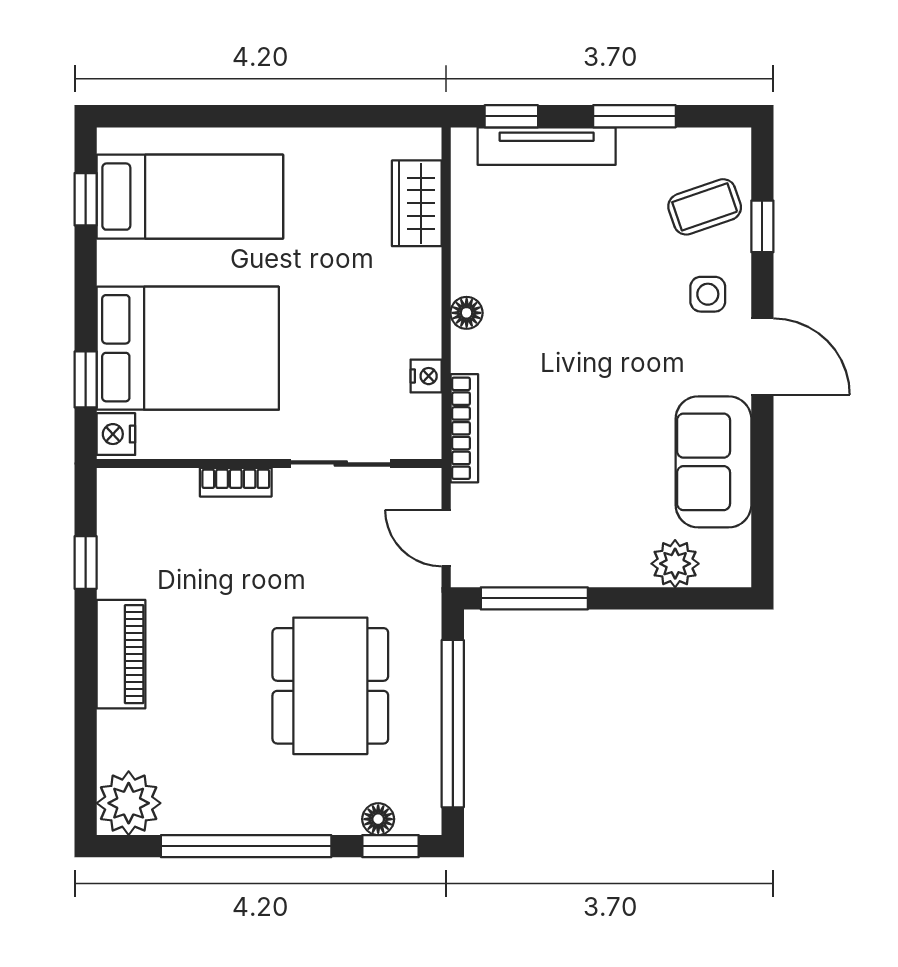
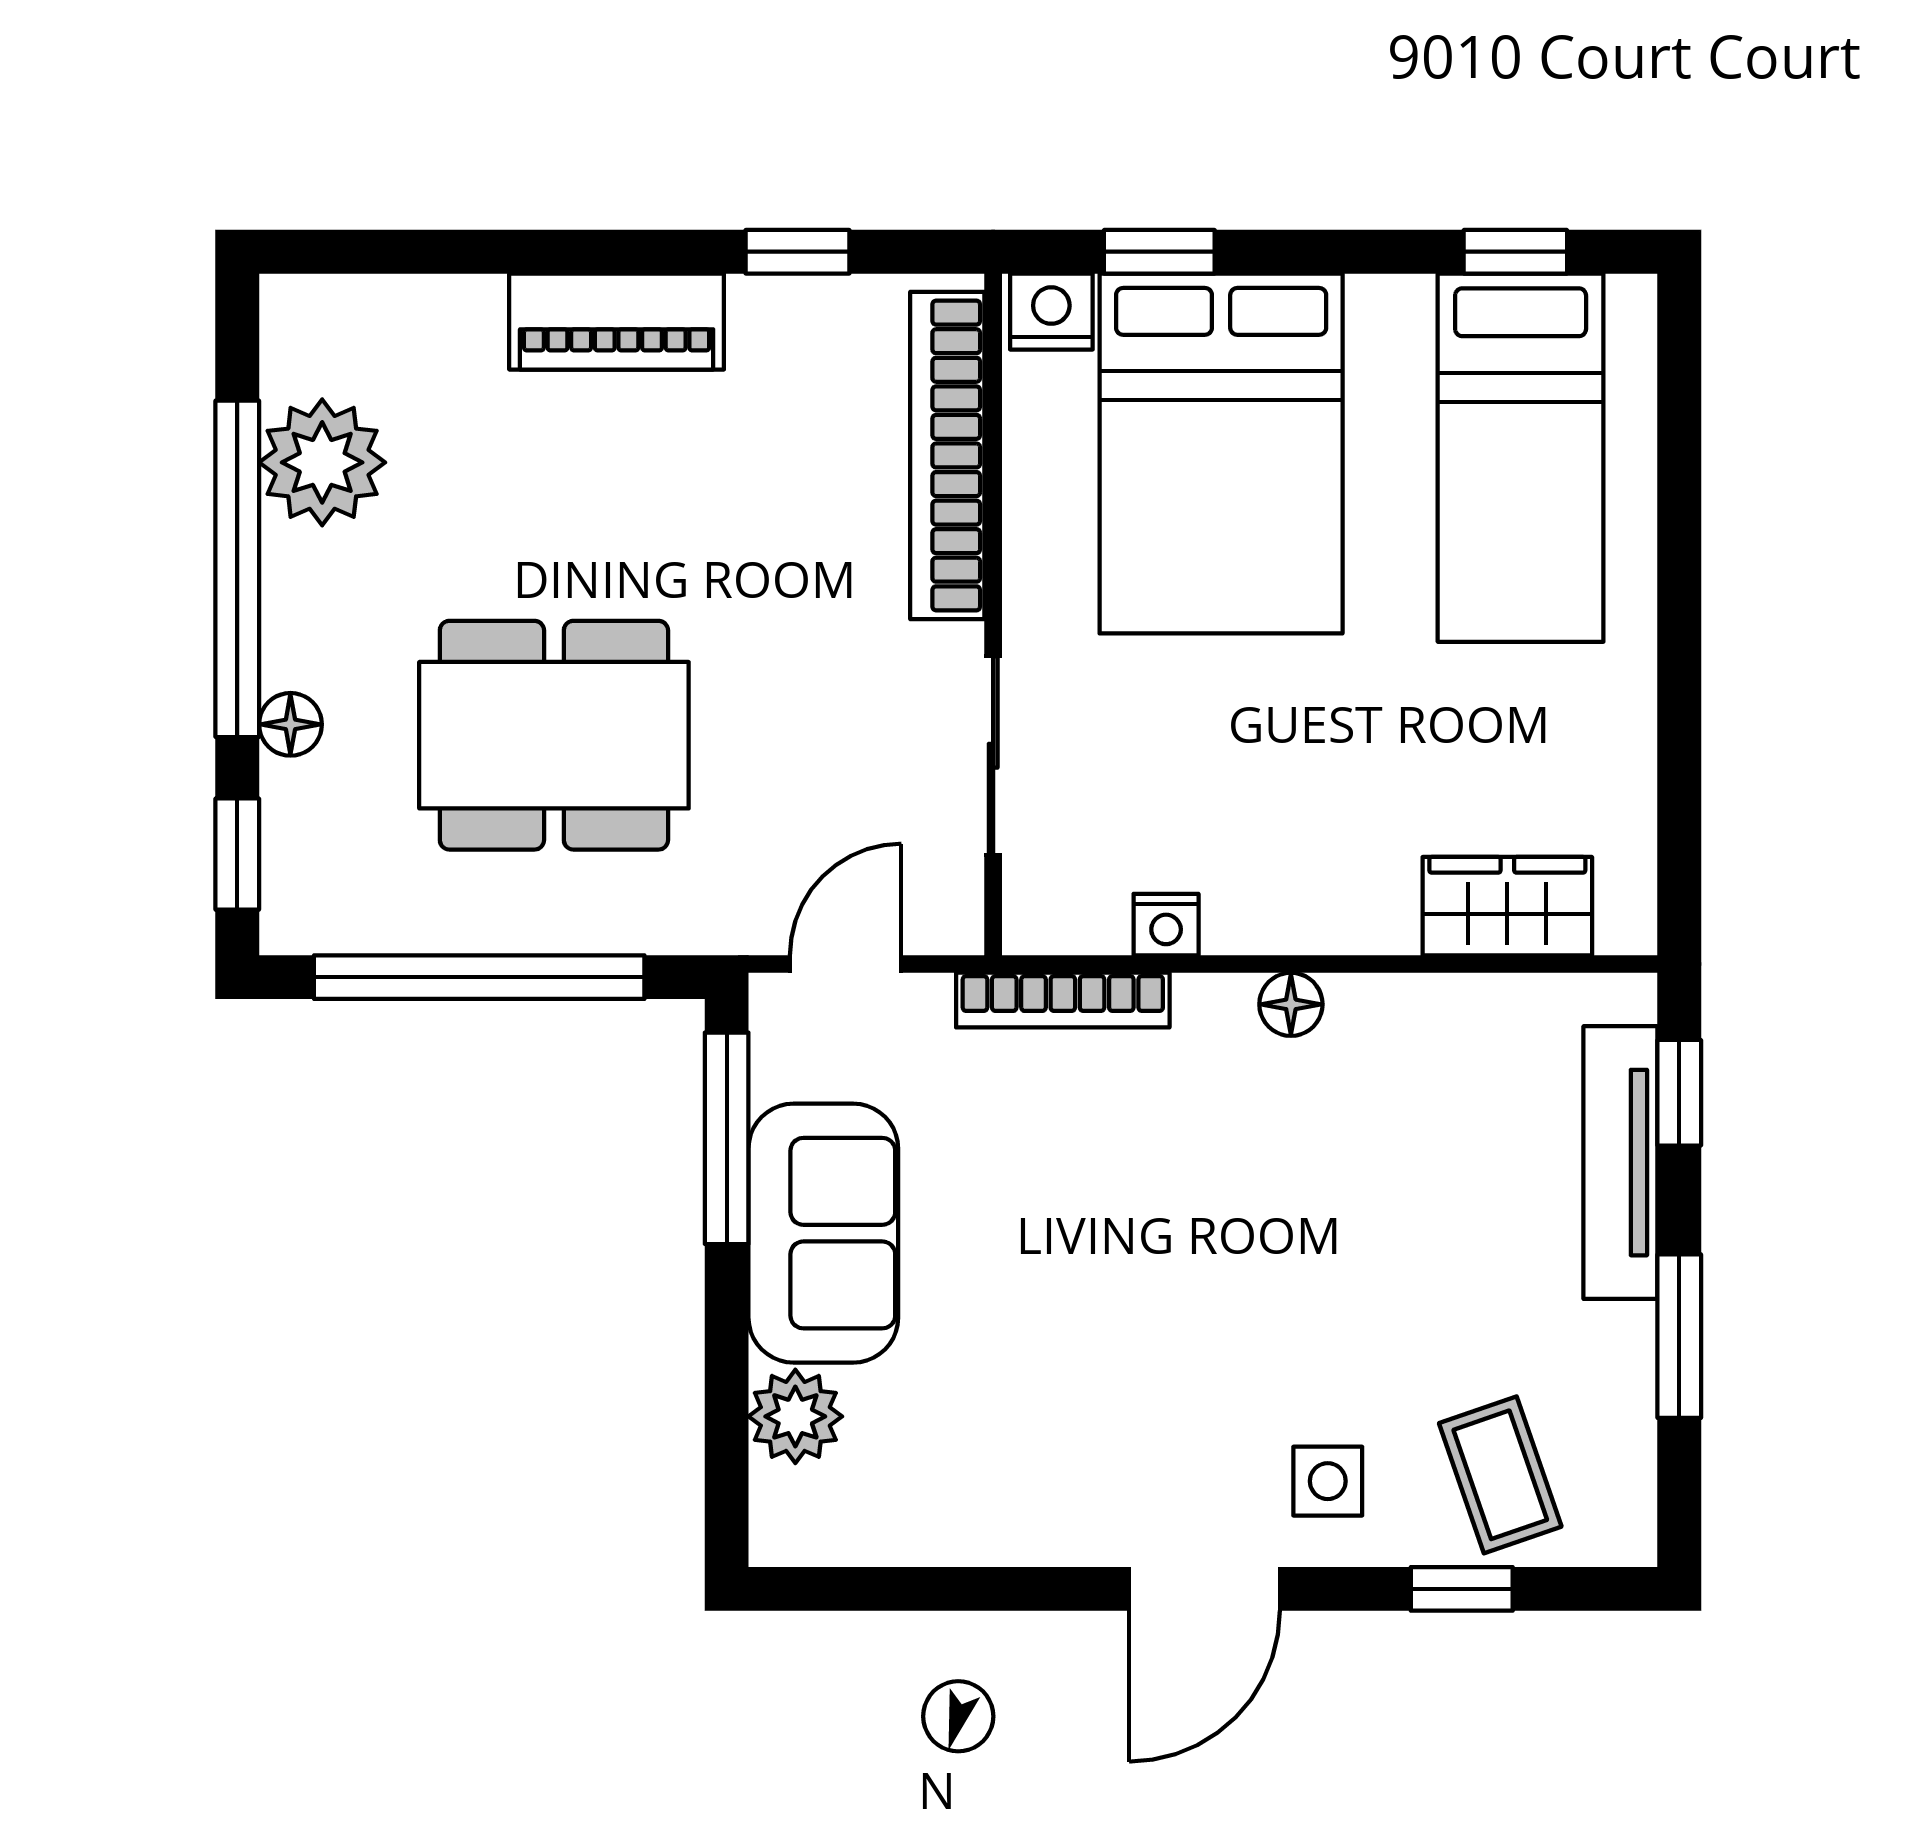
sofa: (713, 462) -> (823, 1233), moved, turned 90
bookcase: (236, 482) -> (947, 455), width x2.31, depth x1.31
plant: (129, 803) -> (322, 462), moved
floor lamp: (378, 819) -> (290, 724), moved

